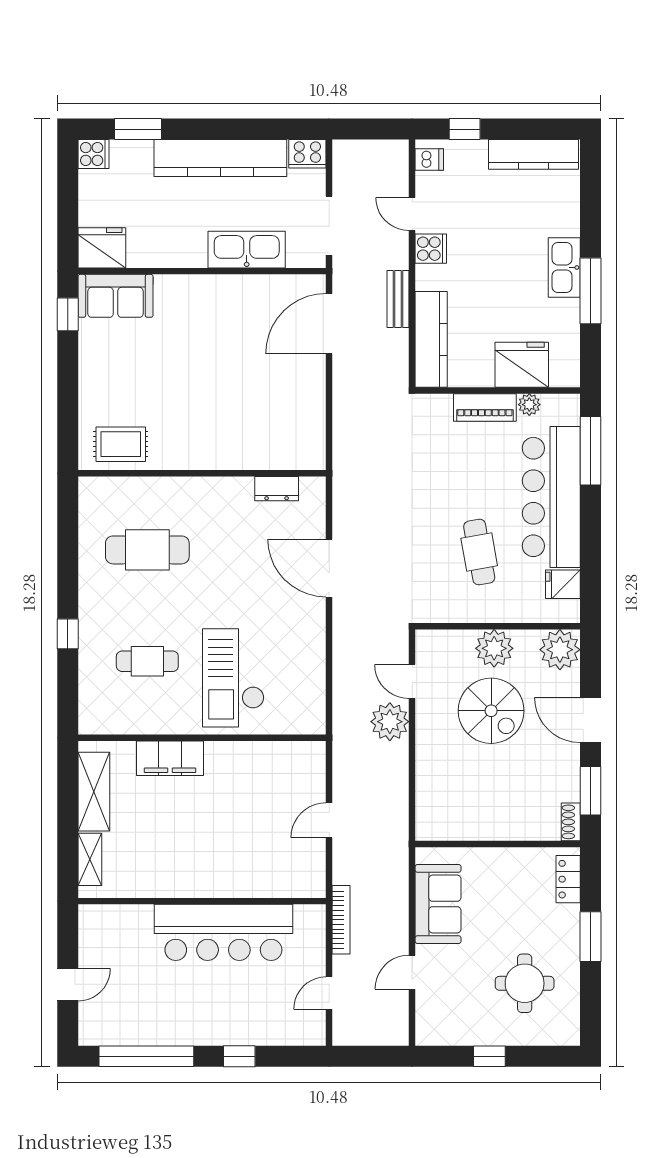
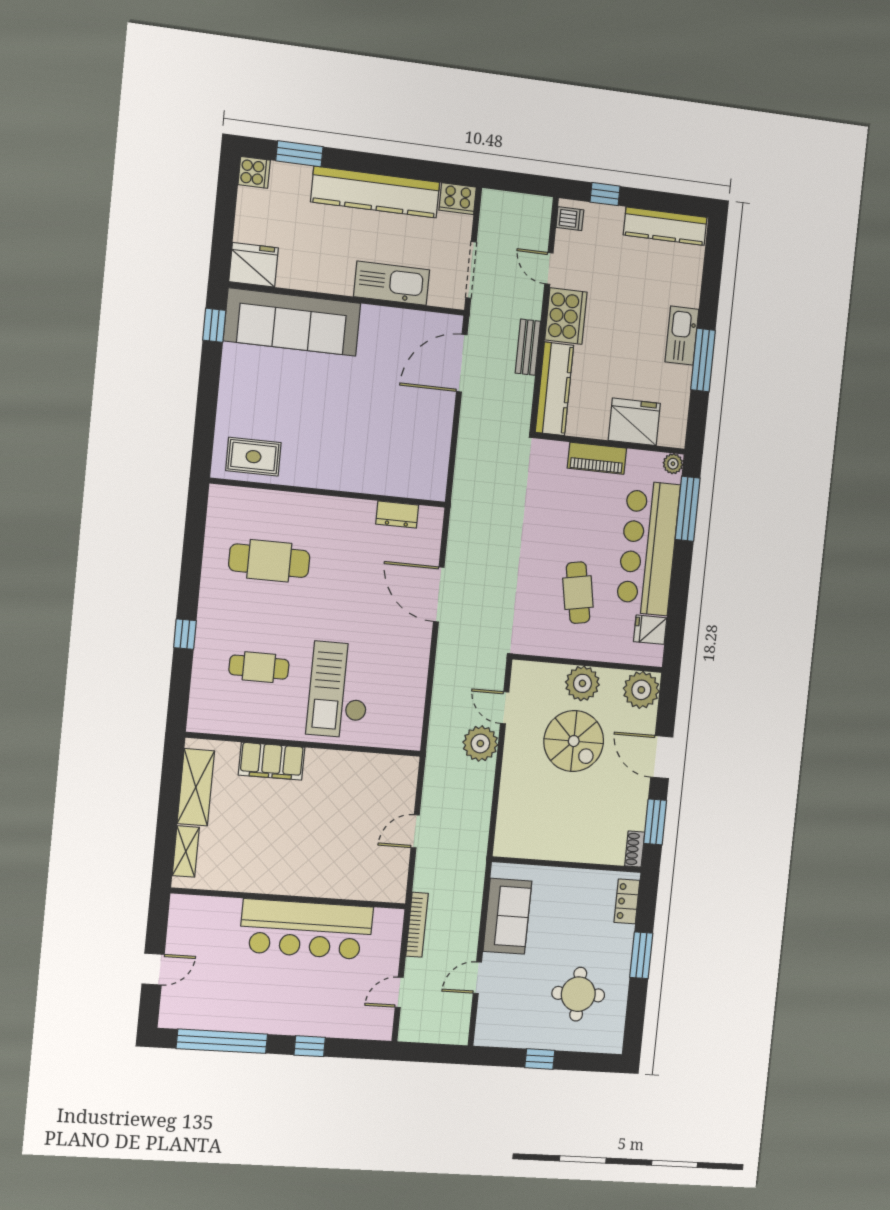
cooker: (431, 249) -> (566, 316), width x1.87, depth x1.31
sofa: (115, 296) -> (292, 322), width x1.85, depth x1.27
plant: (529, 405) -> (673, 464), moved

